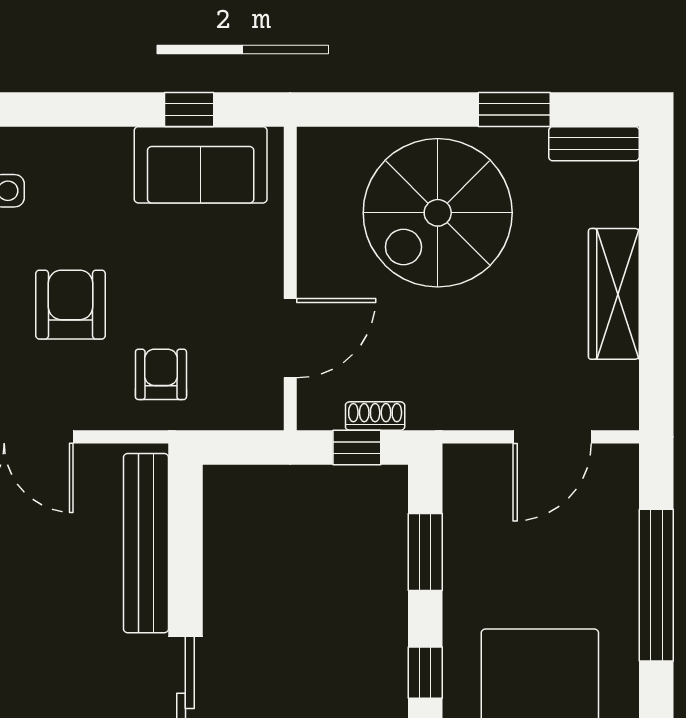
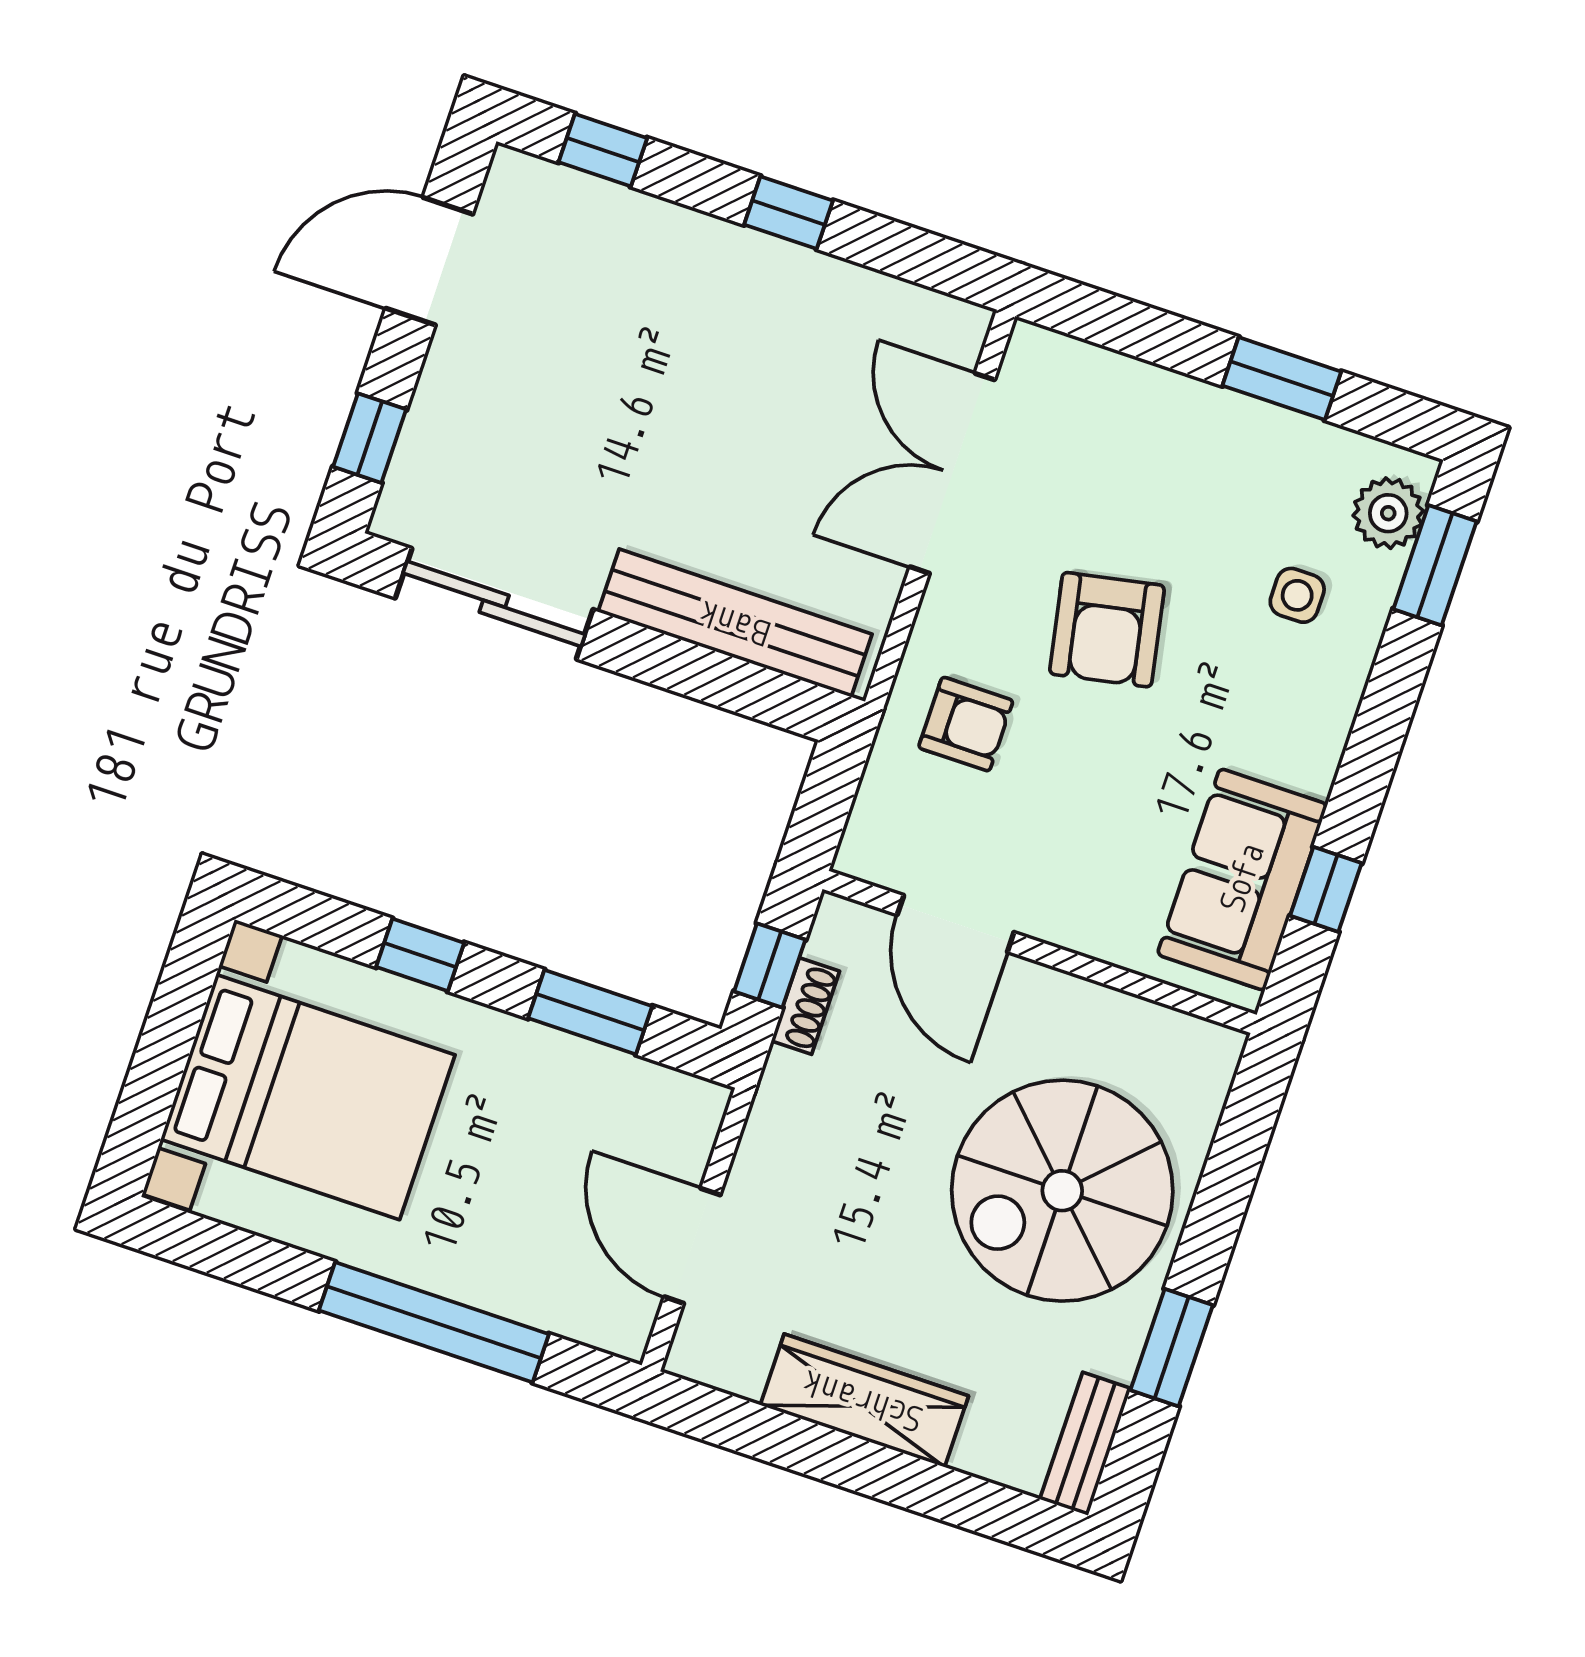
spiral stairs: (438, 213) -> (1062, 1191), turned -90
armchair: (71, 305) -> (1107, 630), turned 79

